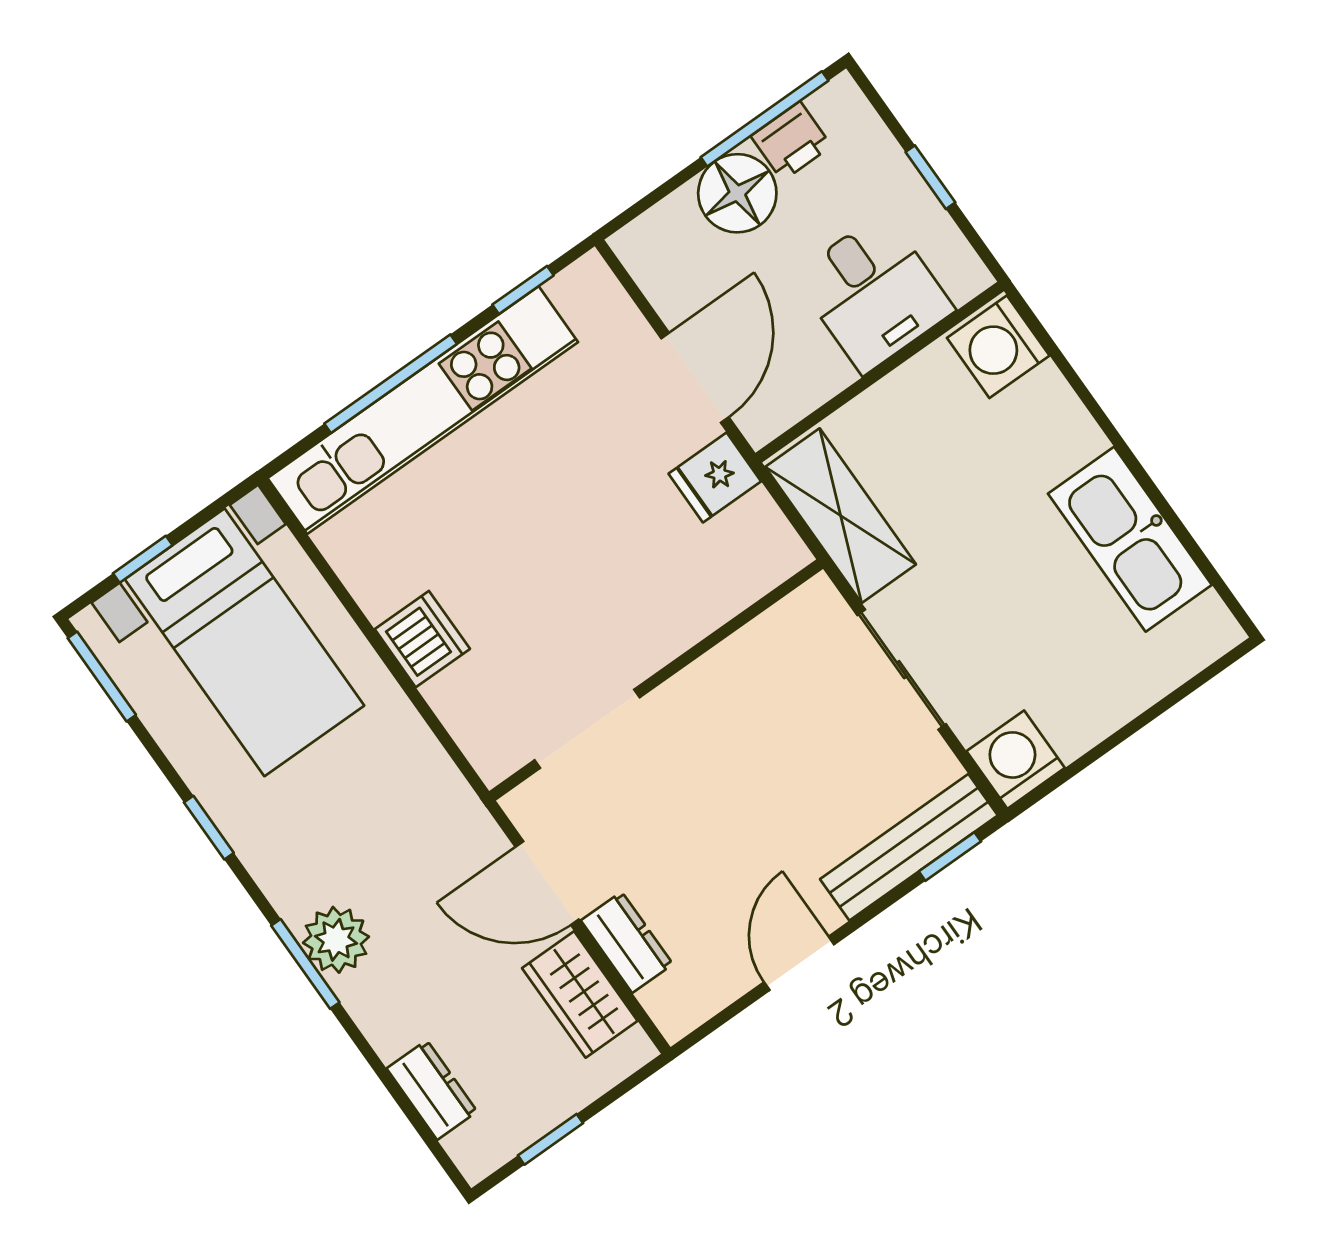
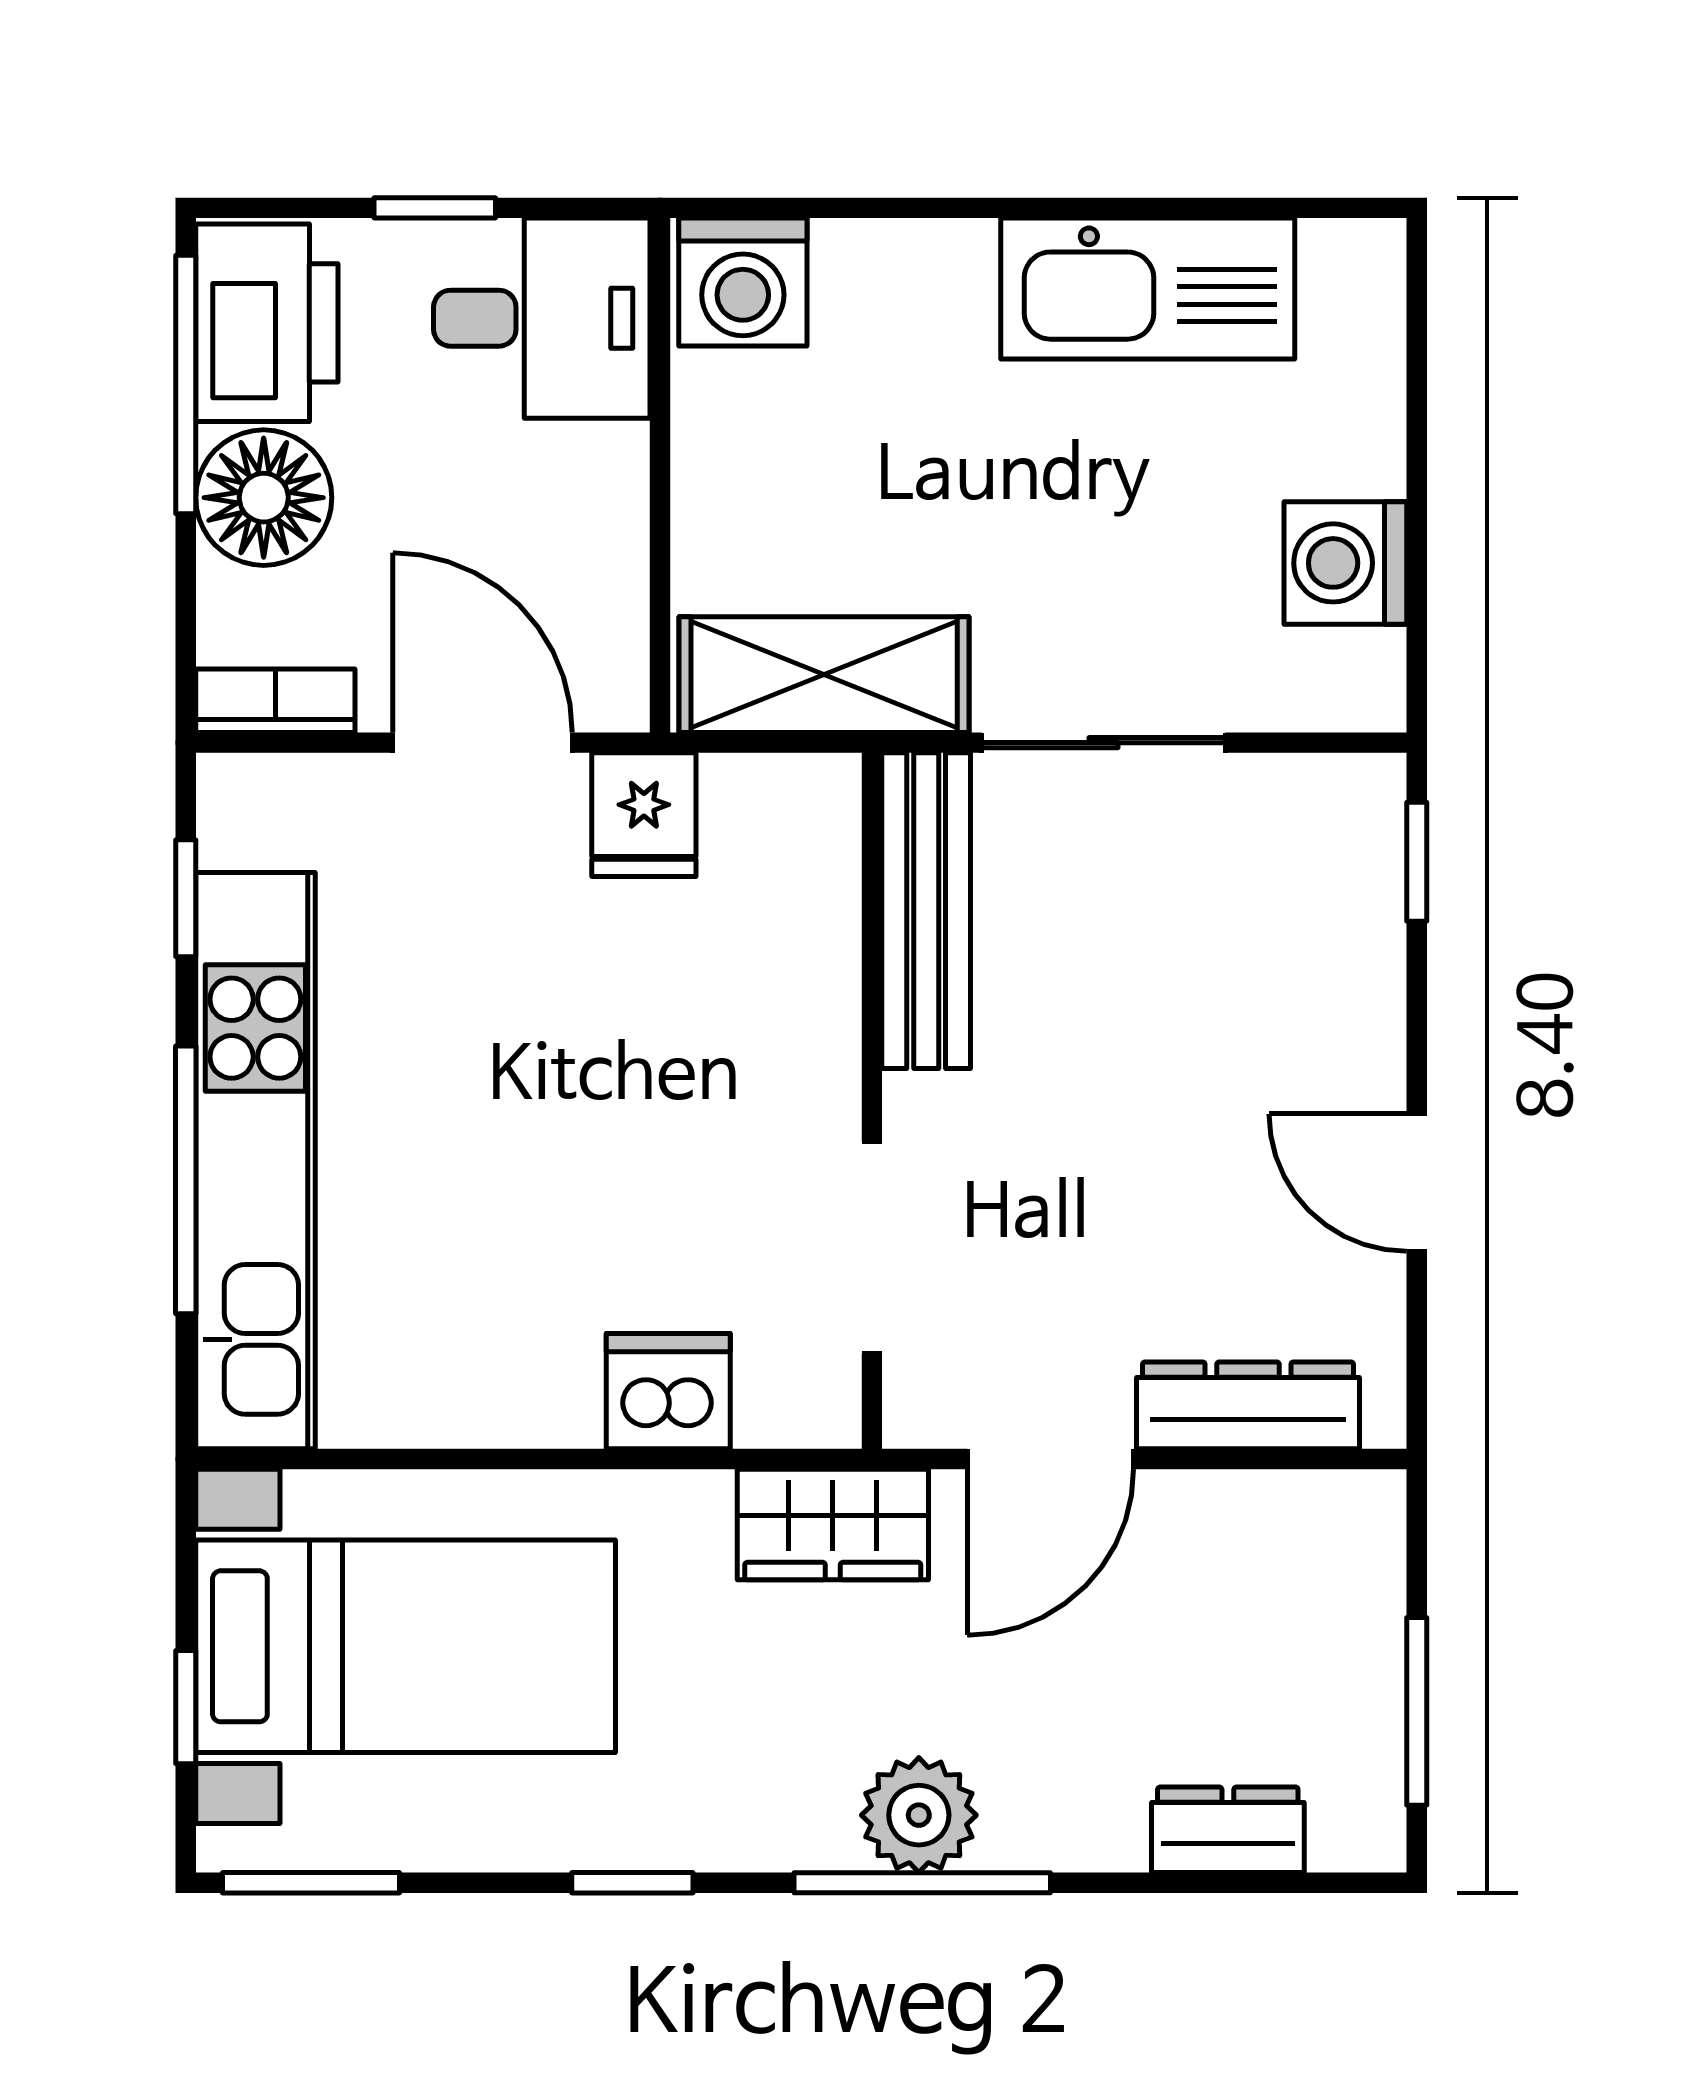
printer: (791, 141) -> (267, 323), width x1.87, depth x1.48
bookcase: (646, 266) -> (275, 701), added
desk: (874, 293) -> (542, 318), moved
dishwasher: (422, 639) -> (668, 1391), moved
washing machine: (1016, 760) -> (1345, 563), moved
bench: (909, 847) -> (926, 911), moved
dresser: (627, 942) -> (1248, 1405), width x1.44
window: (305, 964) -> (922, 1883), width x1.44
wardrobe: (580, 994) -> (833, 1524), moved
window: (551, 1139) -> (1417, 1711), width x1.50

